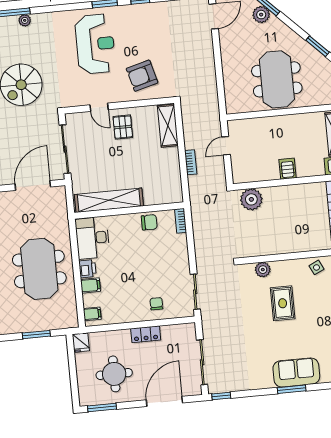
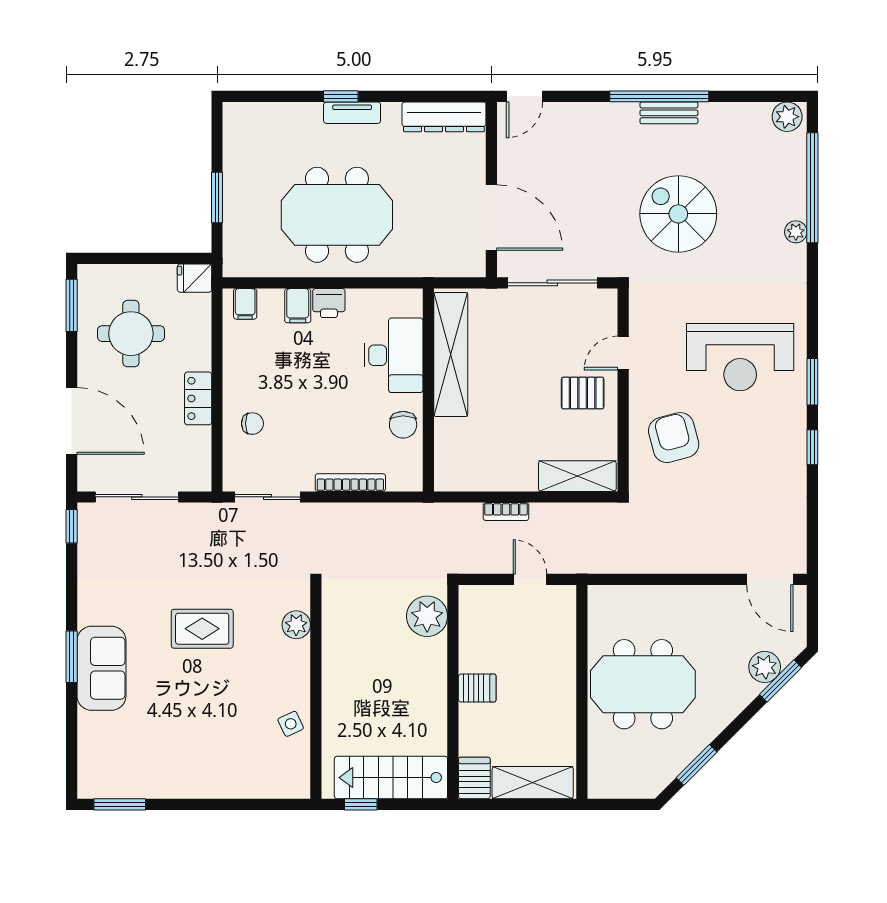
bookcase: (181, 221) -> (350, 483), moved, width x1.56
desk: (92, 238) -> (393, 355), moved, turned 90
rug: (283, 303) -> (202, 629), moved

